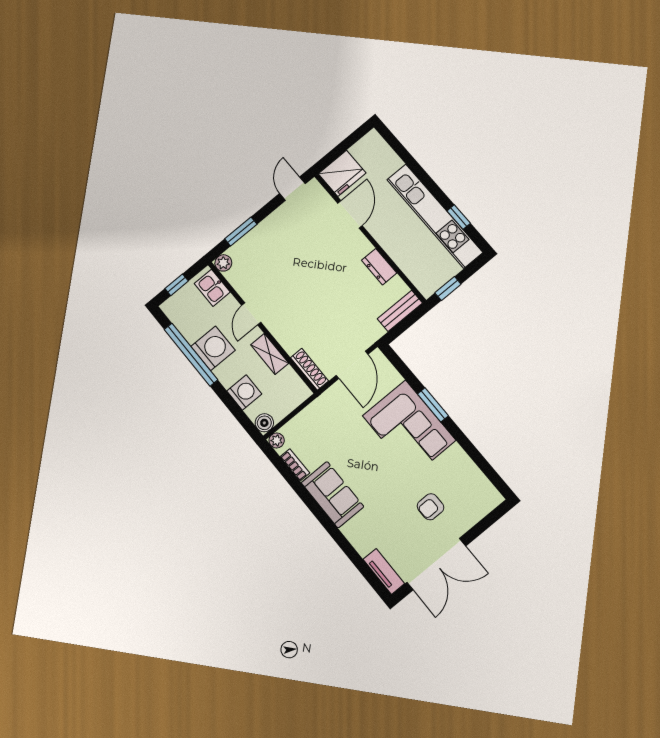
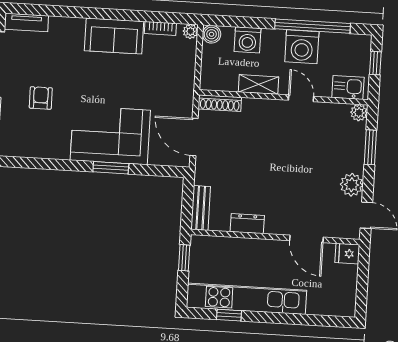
fridge: (342, 173) -> (347, 254), width x0.53, depth x0.75
plant: (280, 219) -> (352, 185), added

